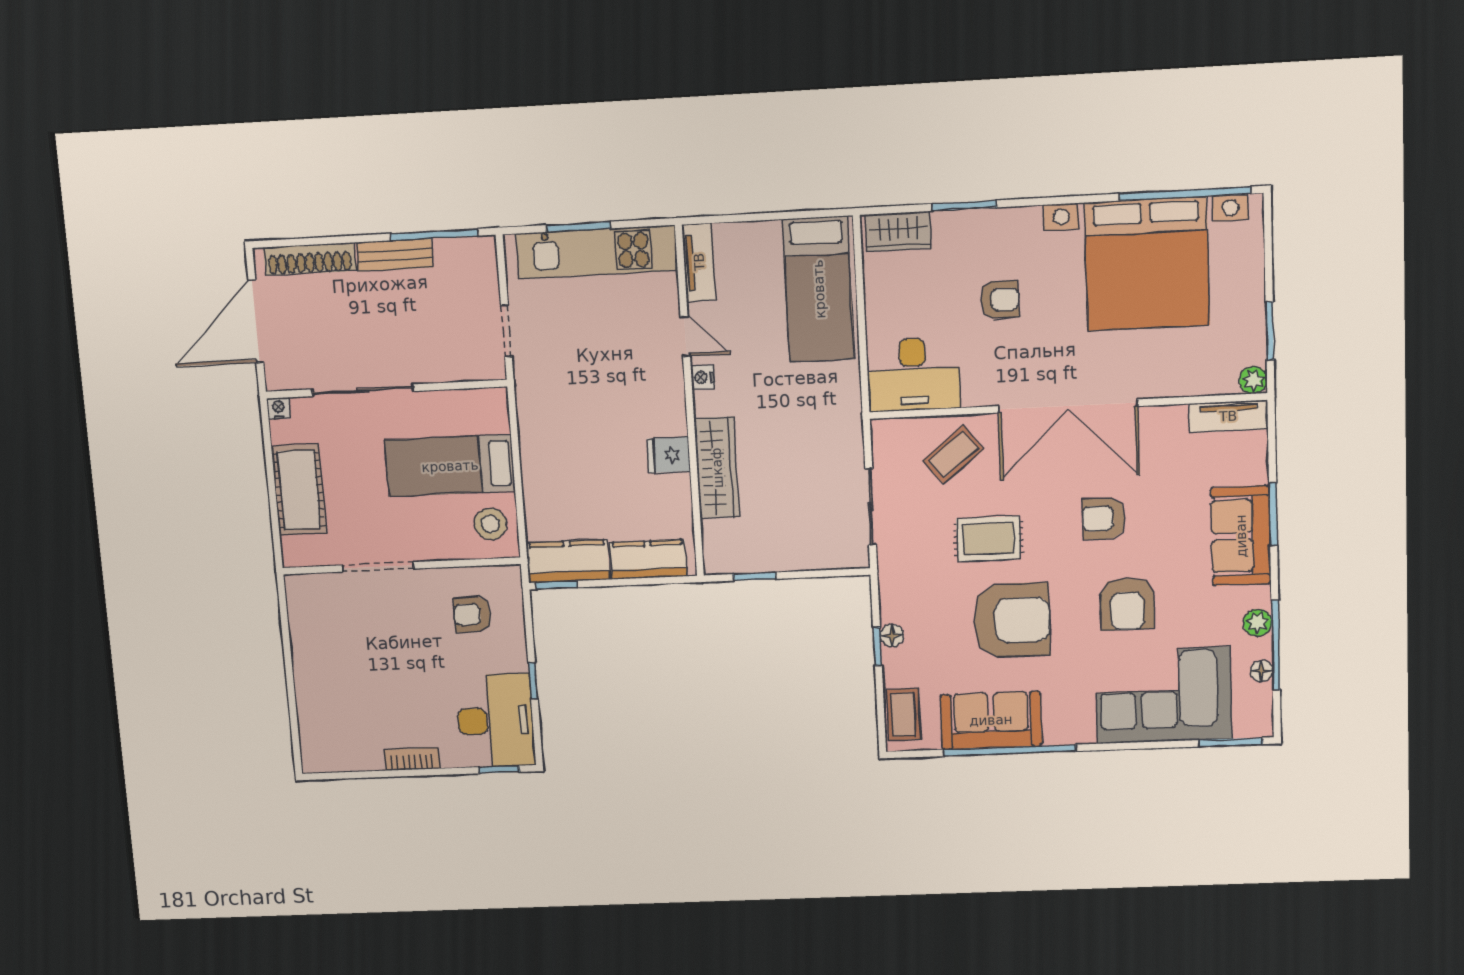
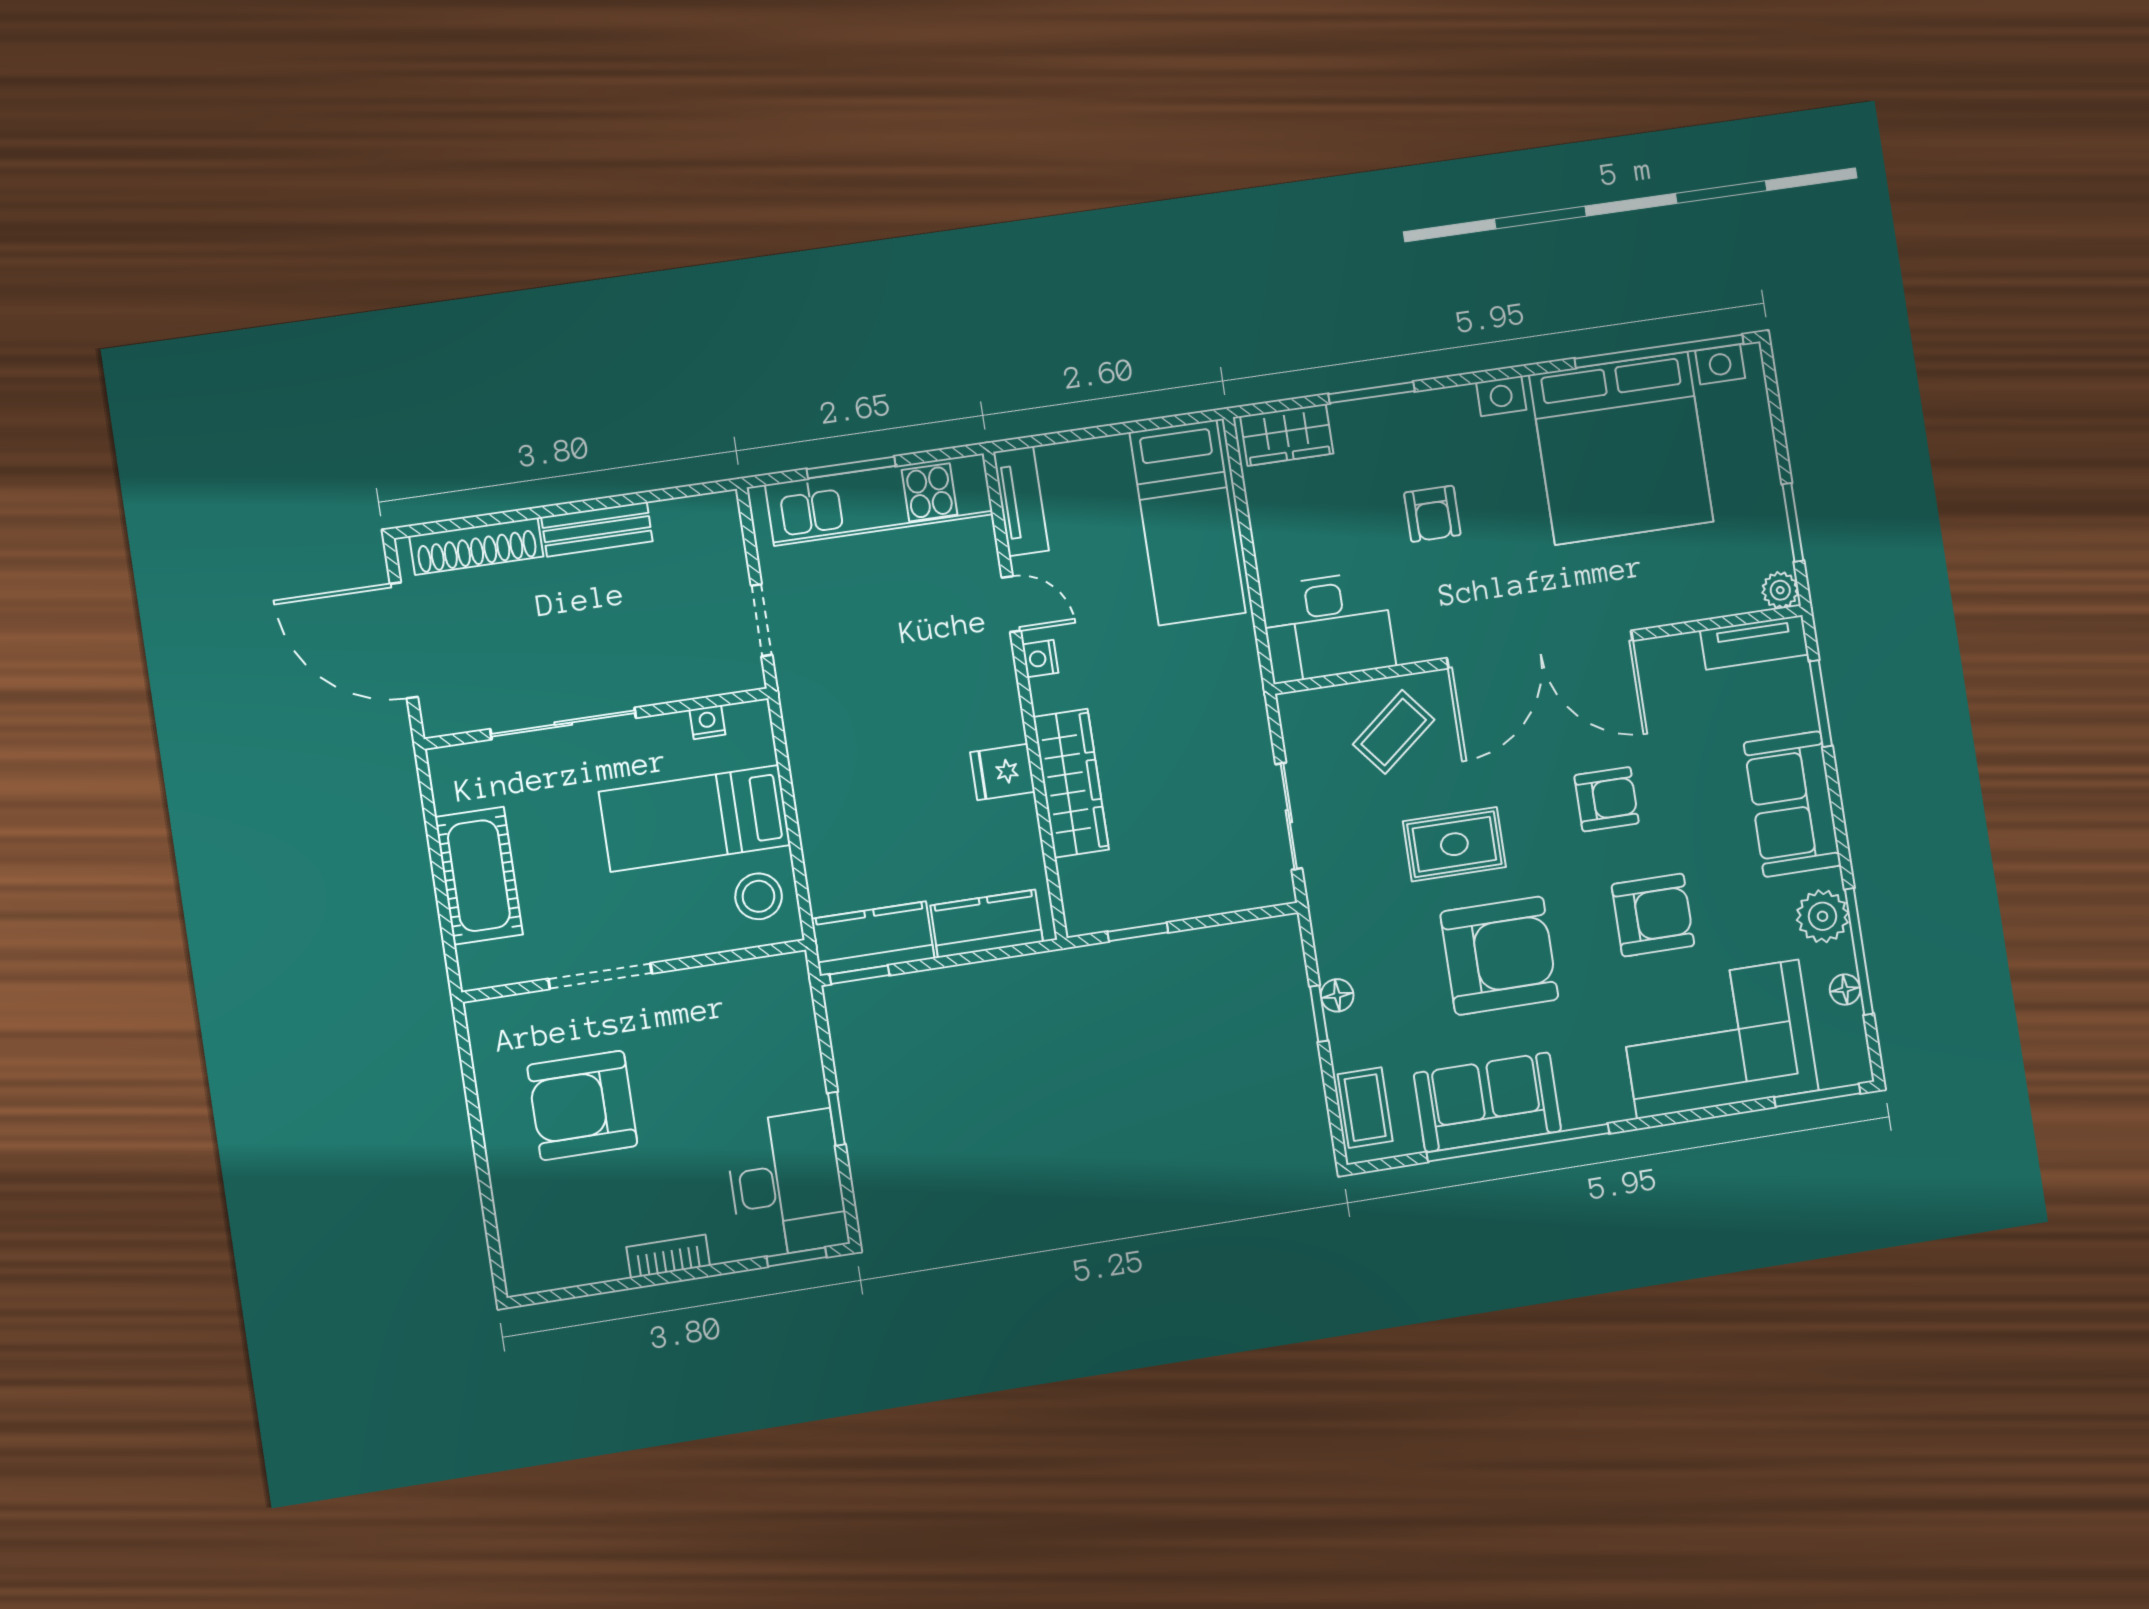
window: (434, 235) -> (651, 496), removed
armchair: (1000, 300) -> (1432, 514), turned 90
door: (256, 321) -> (404, 640), hinge flipped
nightstand: (278, 408) -> (707, 722), moved
window: (1273, 514) -> (1821, 704), moved
armchair: (1104, 518) -> (1607, 799), turned 180
armchair: (1127, 604) -> (1653, 915), turned -90
armchair: (472, 614) -> (582, 1105), moved, width x1.88, depth x1.88
plant: (1258, 623) -> (1823, 916), width x1.38, depth x1.38

